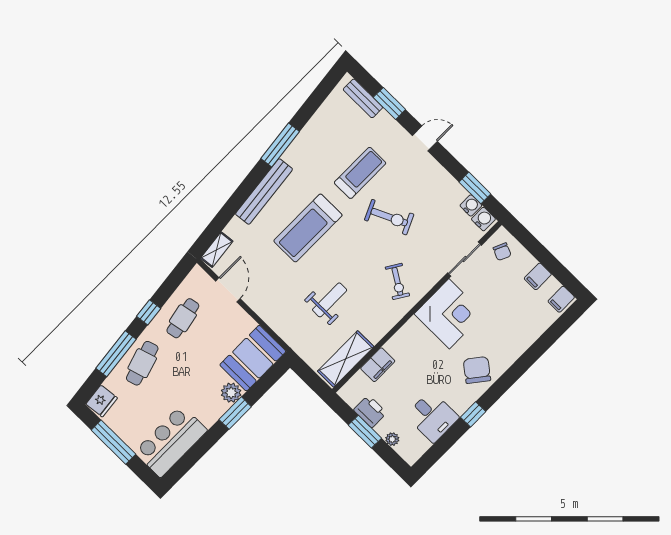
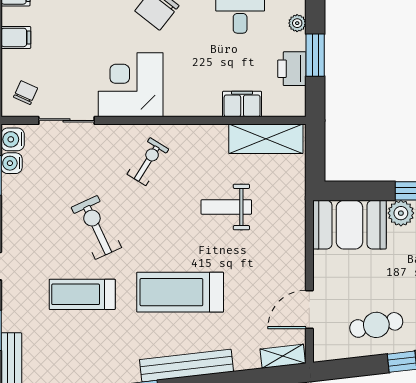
treadmill: (308, 228) -> (180, 292), turned 180

